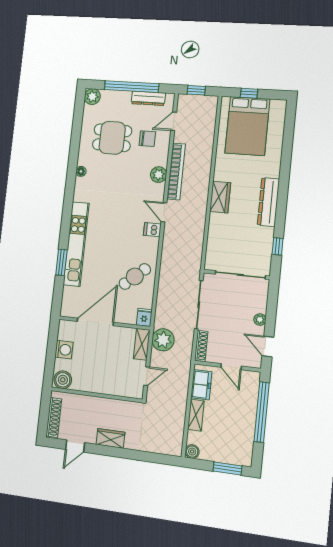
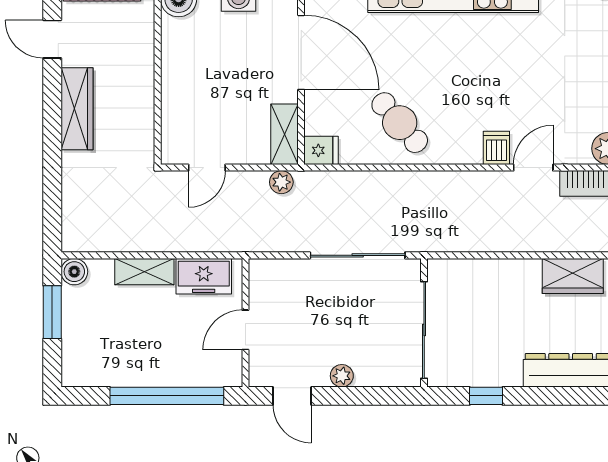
plant: (163, 340) -> (281, 182), width x0.53, depth x0.53
shelving: (142, 344) -> (284, 134), moved, turned 90
shoe rack: (201, 346) -> (278, 268), removed
door: (268, 347) -> (292, 396), swing flipped
door: (147, 376) -> (207, 168), hinge flipped
wardrobe: (110, 438) -> (77, 109), width x1.50
window: (227, 468) -> (52, 312), moved

